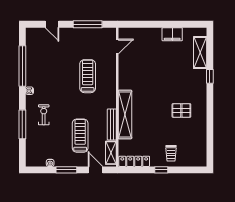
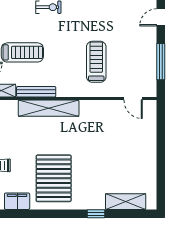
filing cabinet: (172, 34) -> (17, 201), moved, turned 90
treadmill: (88, 76) -> (96, 62), turned -90
pallet: (181, 110) -> (54, 178), width x2.05, depth x2.00

